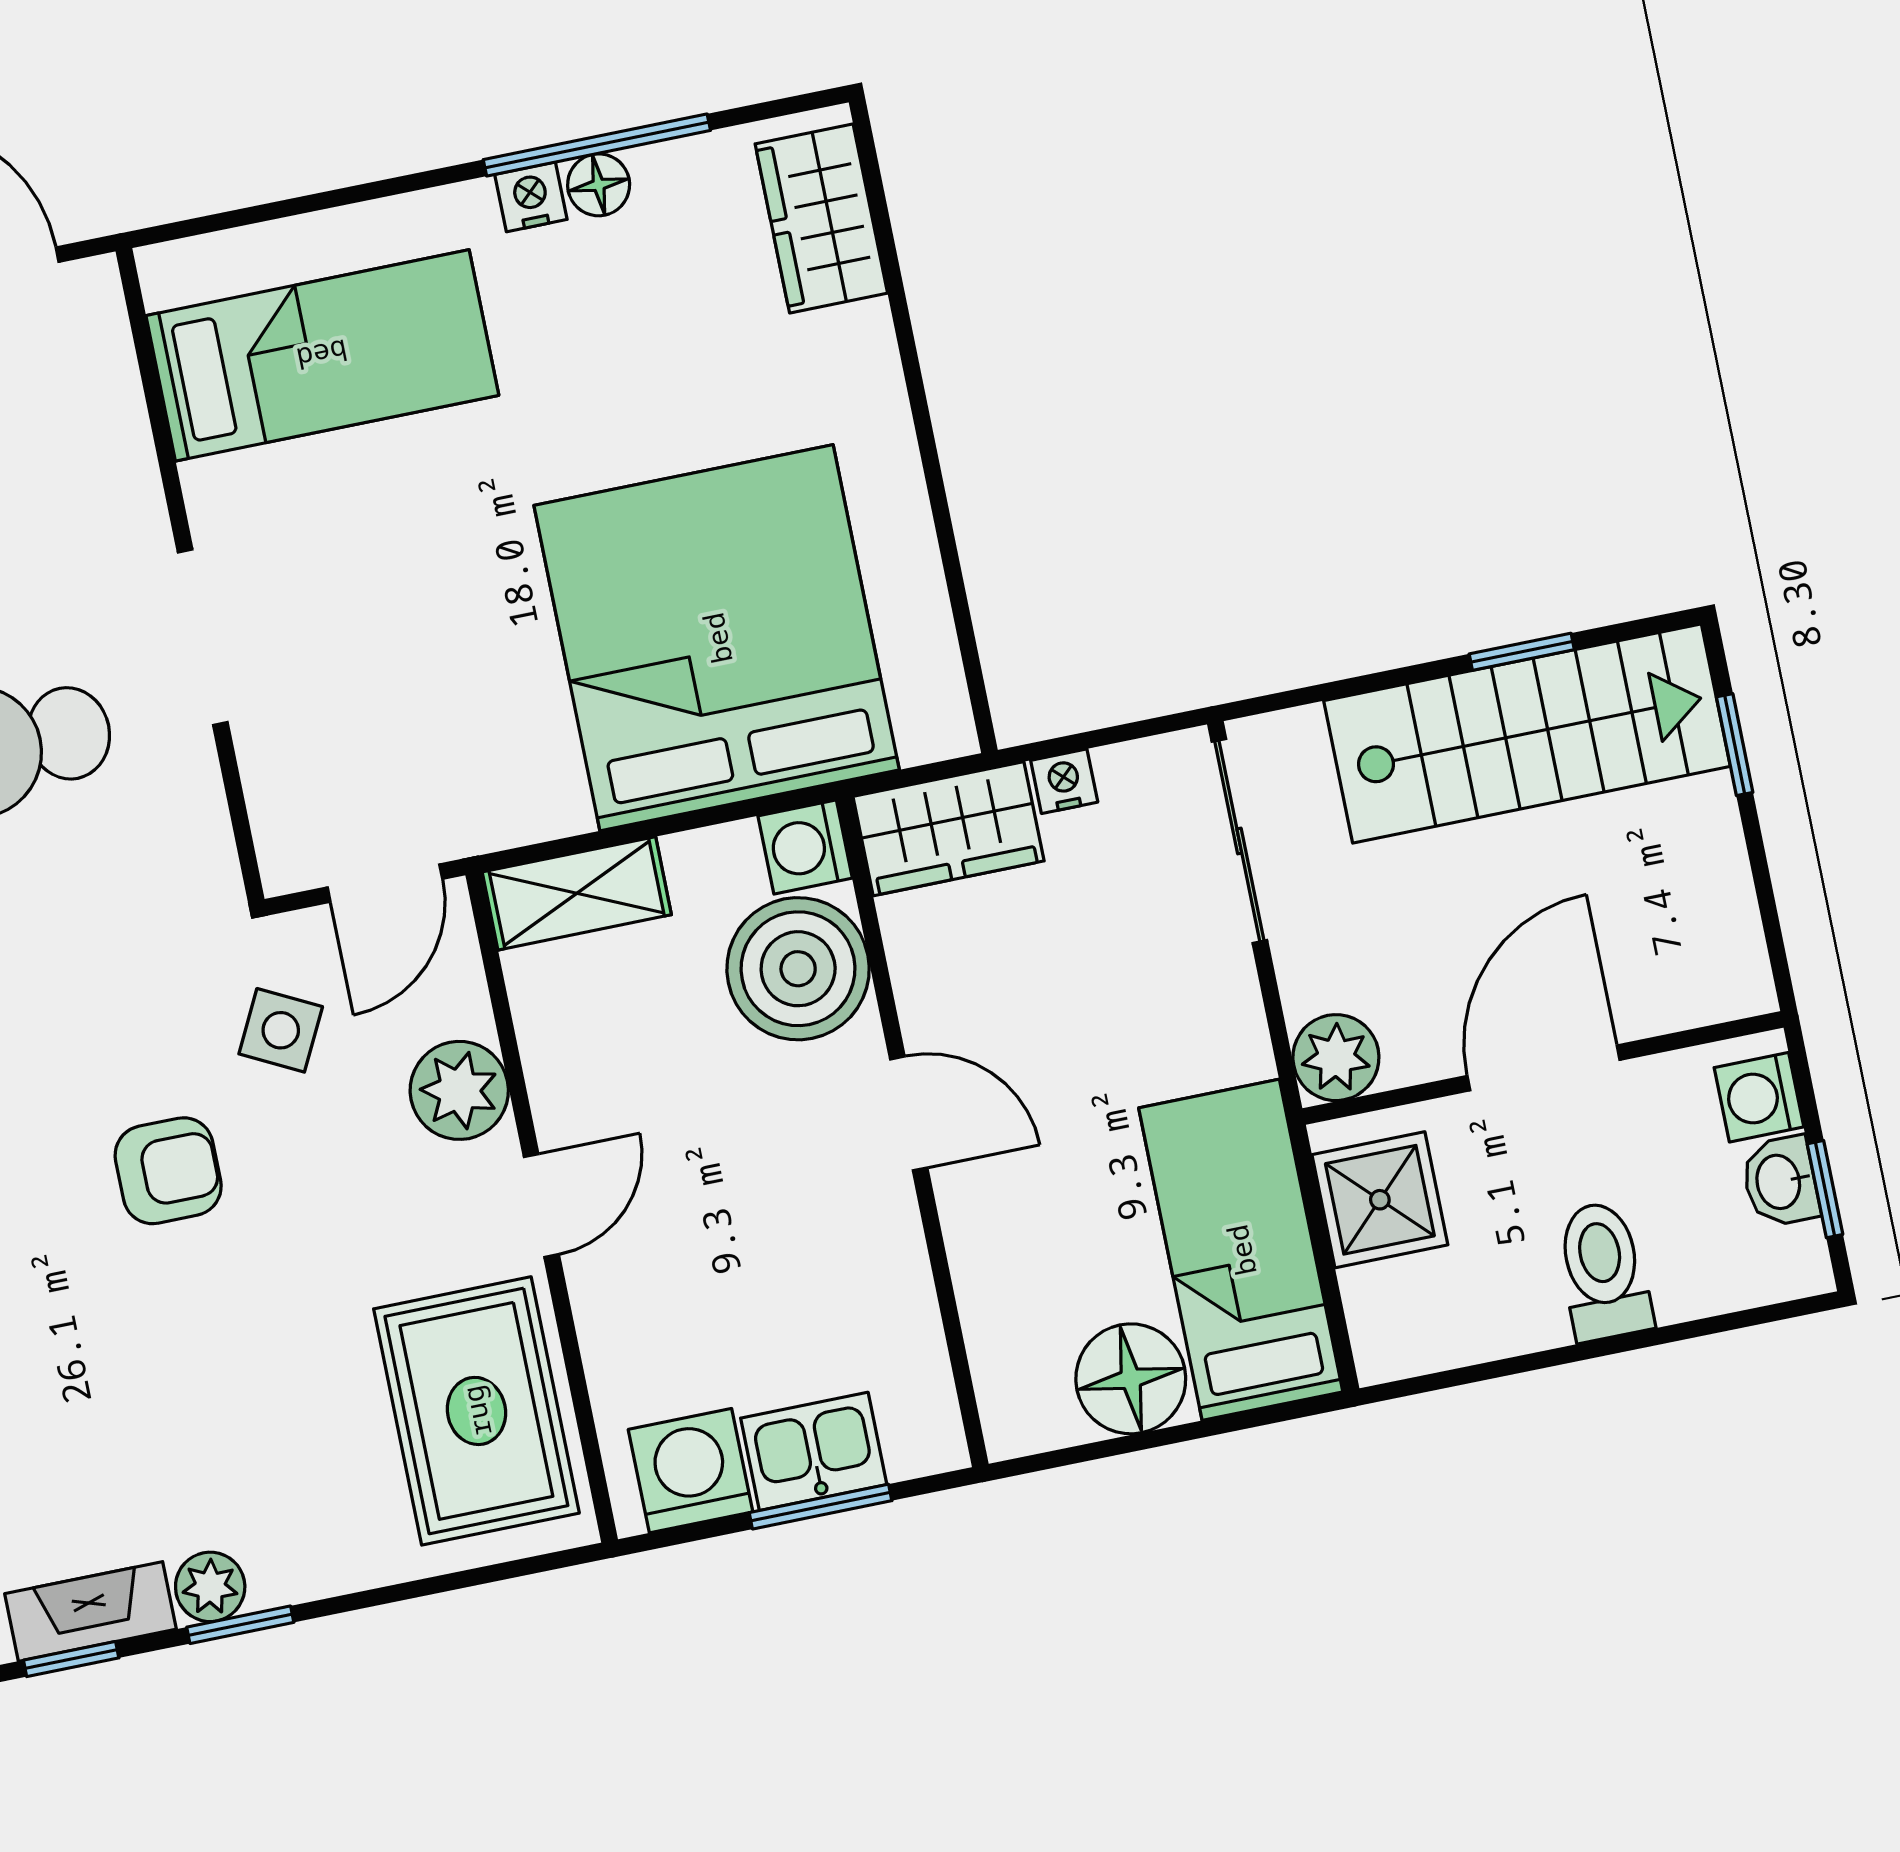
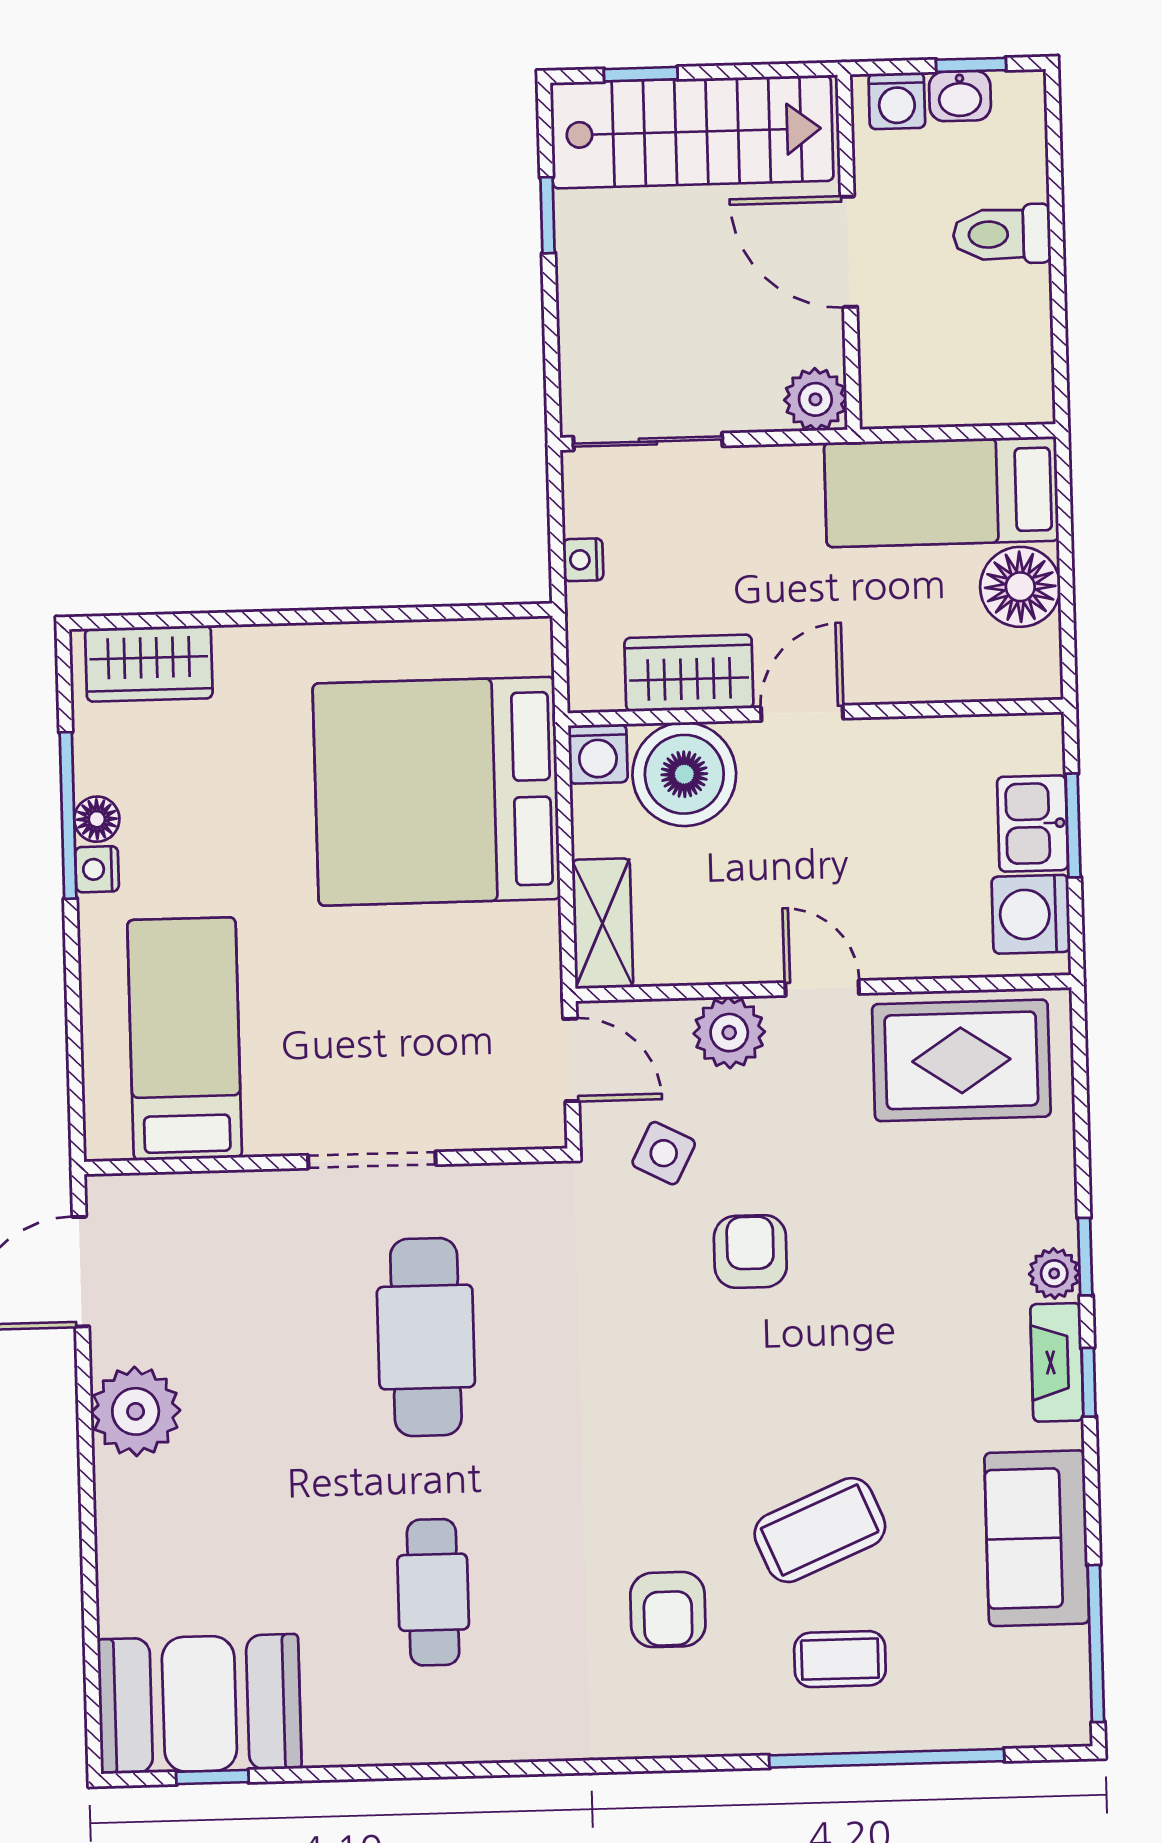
stairs: (1527, 734) -> (692, 132), moved, turned 90
wardrobe: (949, 829) -> (689, 673), moved, turned -90
shower: (1380, 1200) -> (923, 386), removed

